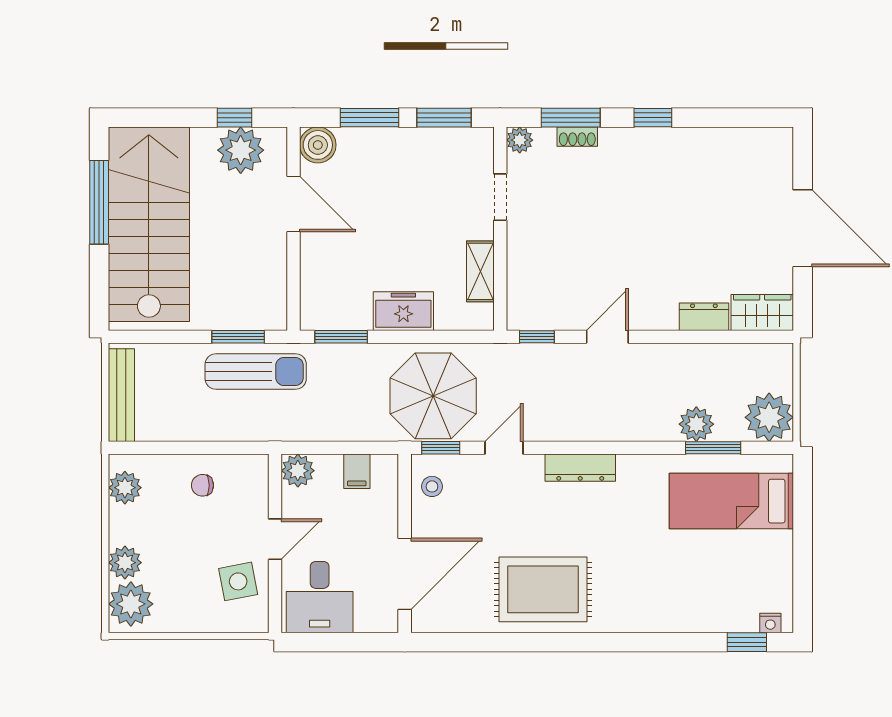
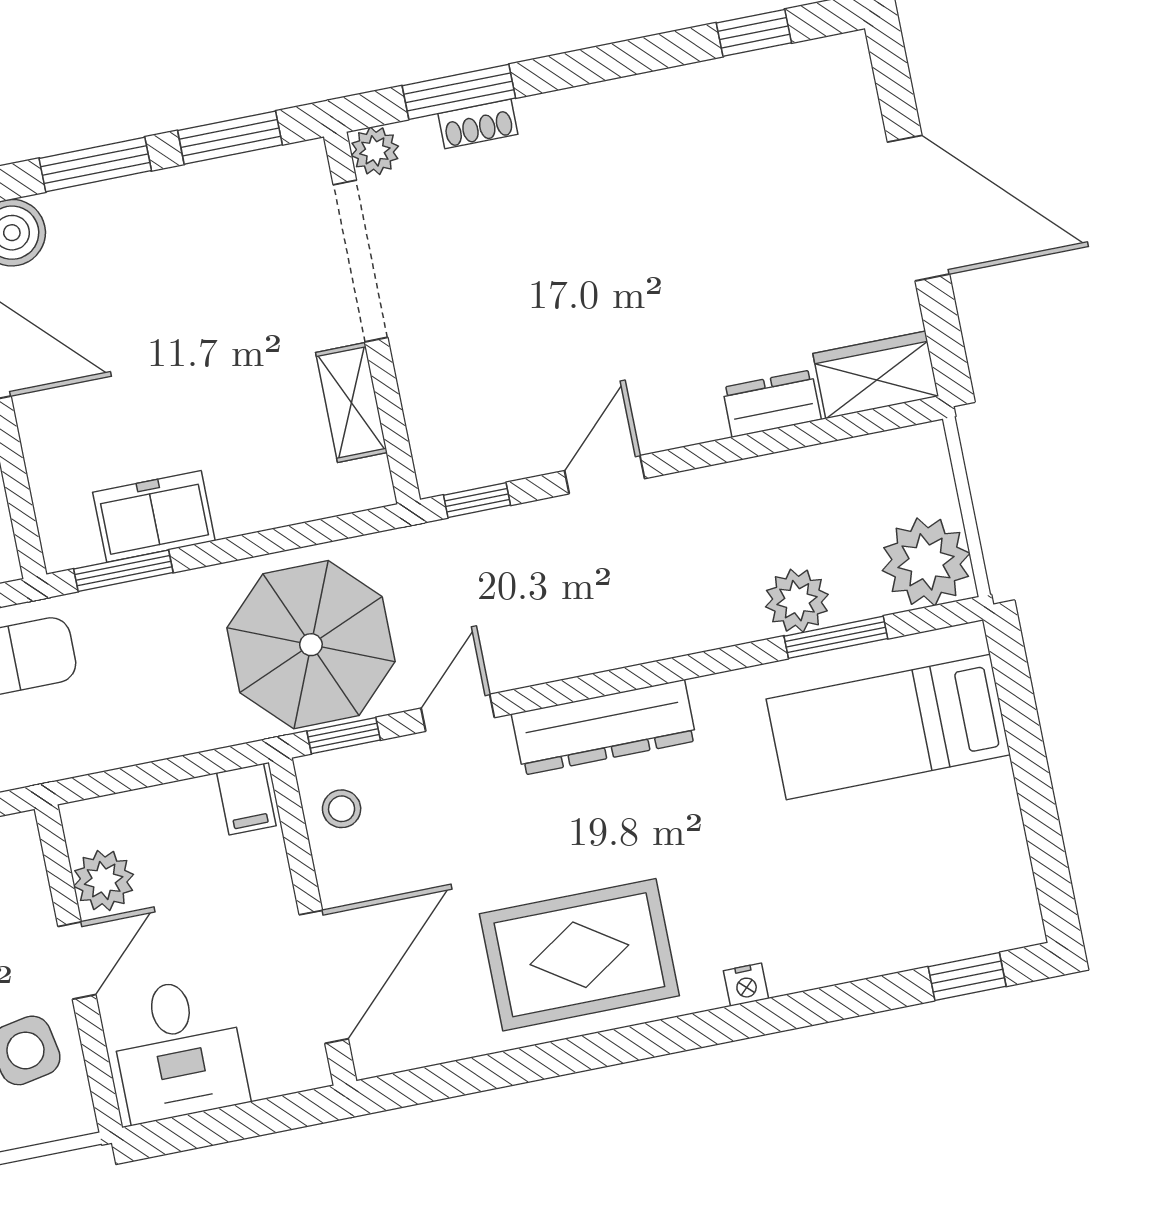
window: (653, 118) -> (754, 33), moved
doorway: (500, 197) -> (361, 261), width x1.88
freezer: (403, 311) -> (154, 516), moved
dresser: (580, 468) -> (604, 727), width x1.37, depth x1.24
plant: (298, 471) -> (104, 880), moved
filing cabinet: (357, 471) -> (246, 799), moved
nightstand: (770, 623) -> (746, 985), moved

